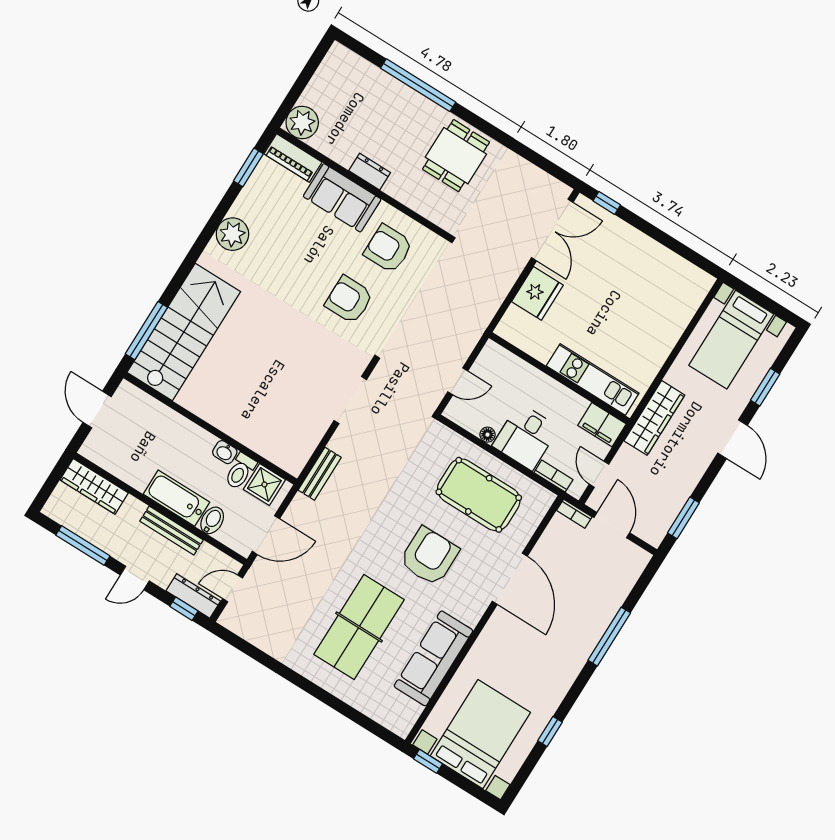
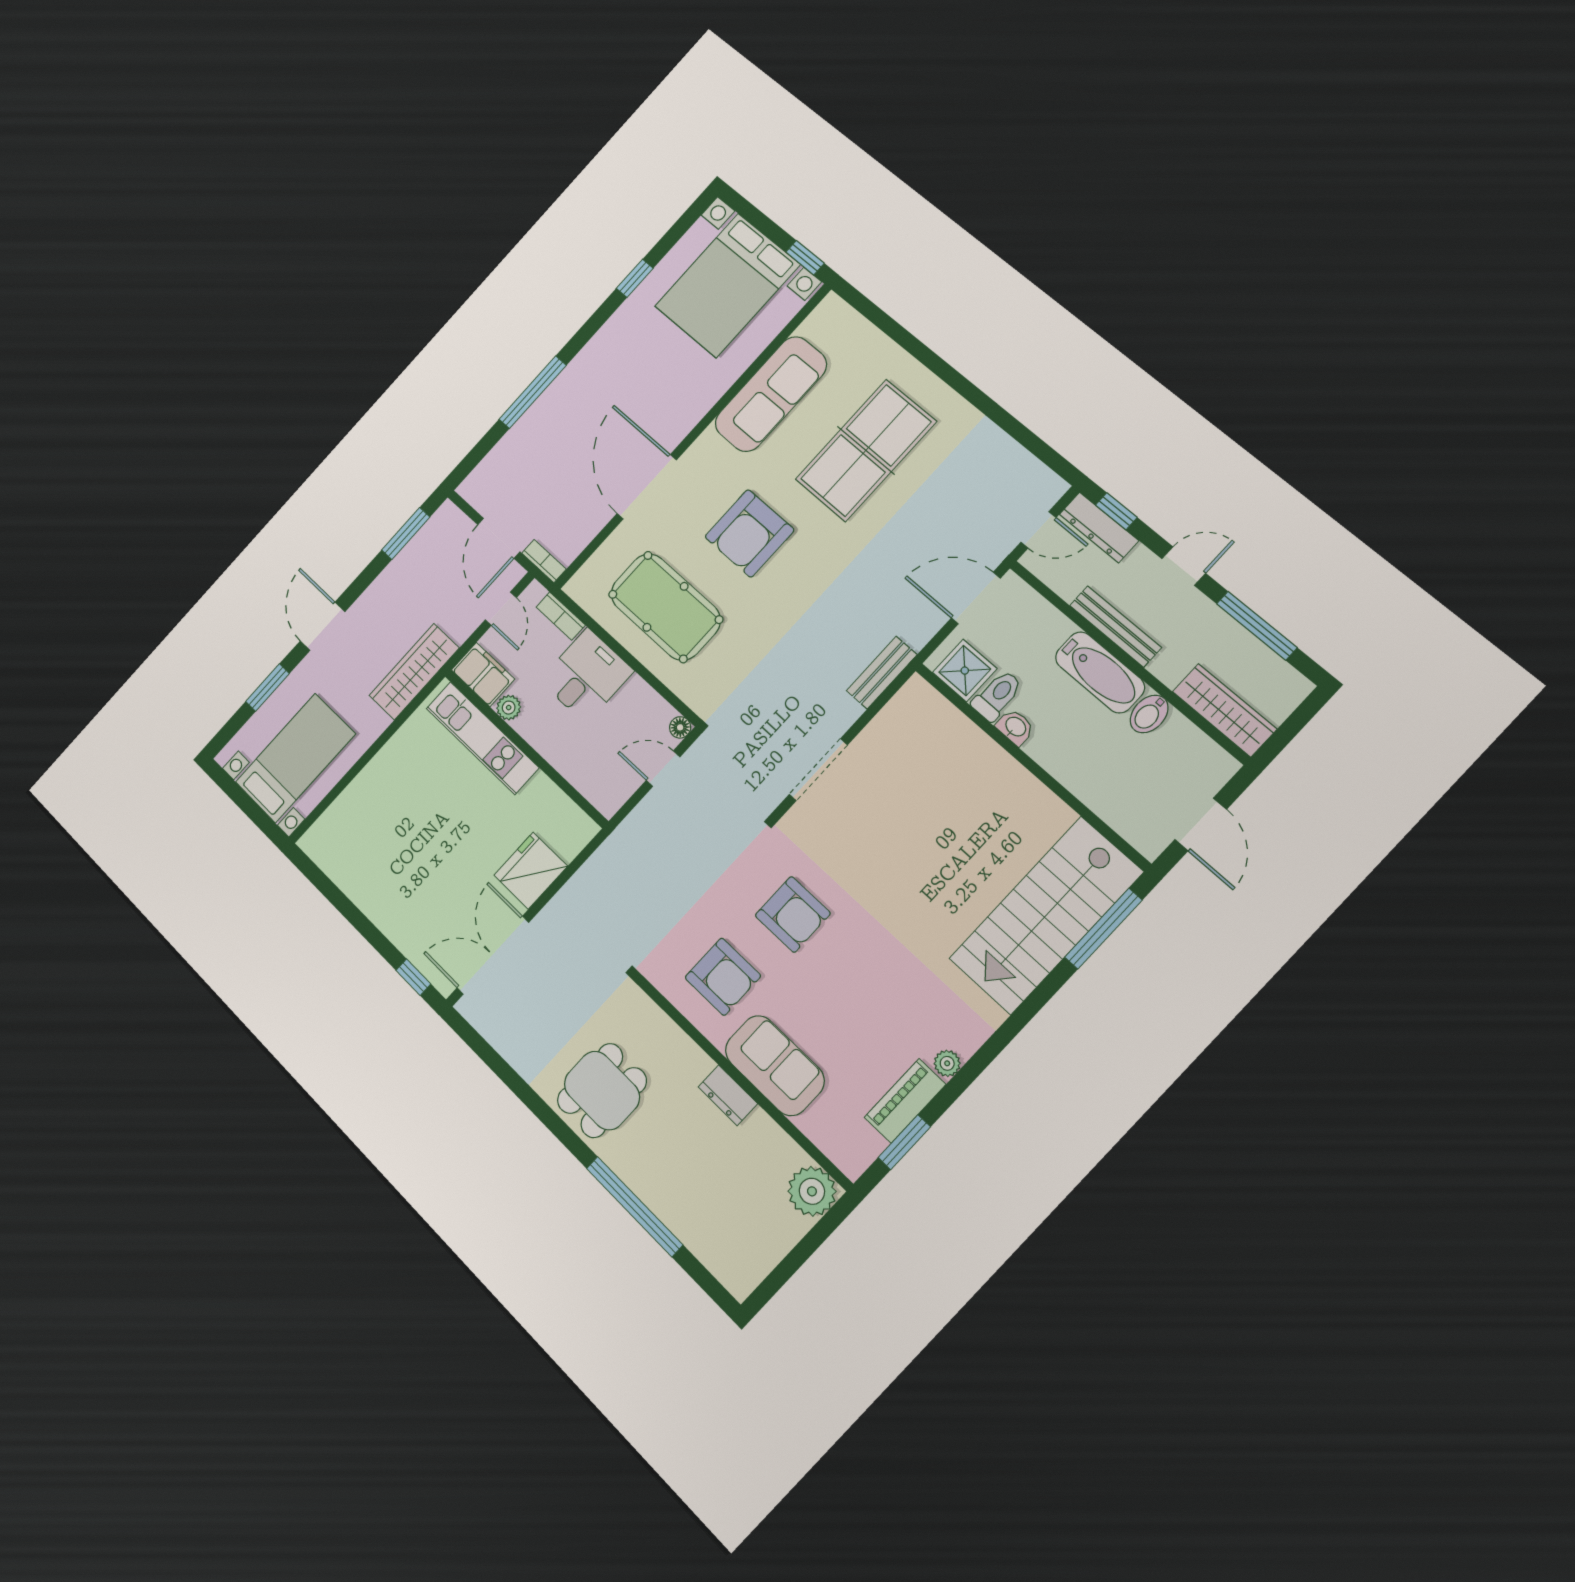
piano: (293, 158) -> (905, 1101), moved, turned -90
plant: (232, 234) -> (947, 1063), width x0.53, depth x0.53
plant: (578, 404) -> (509, 708), added
floor lamp: (487, 435) -> (680, 727), moved
bidet: (212, 520) -> (1149, 714), moved

